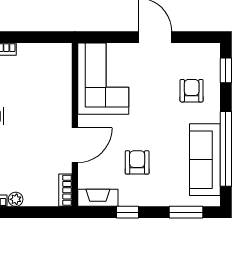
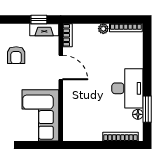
door: (75, 145) -> (61, 68), swing flipped
window: (128, 212) -> (39, 19), moved

